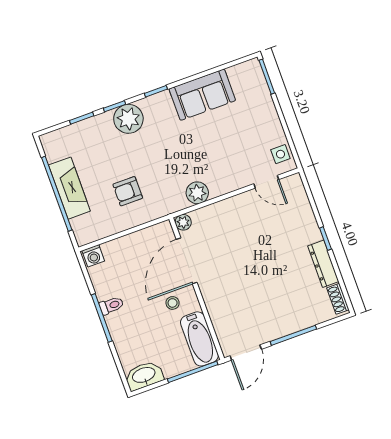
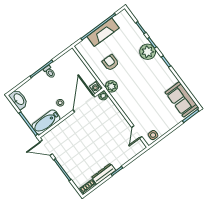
sofa: (202, 95) -> (182, 99), moved
plant: (197, 193) -> (111, 86), moved
washing machine: (93, 256) -> (96, 87), moved
door: (187, 261) -> (84, 103), hinge flipped

